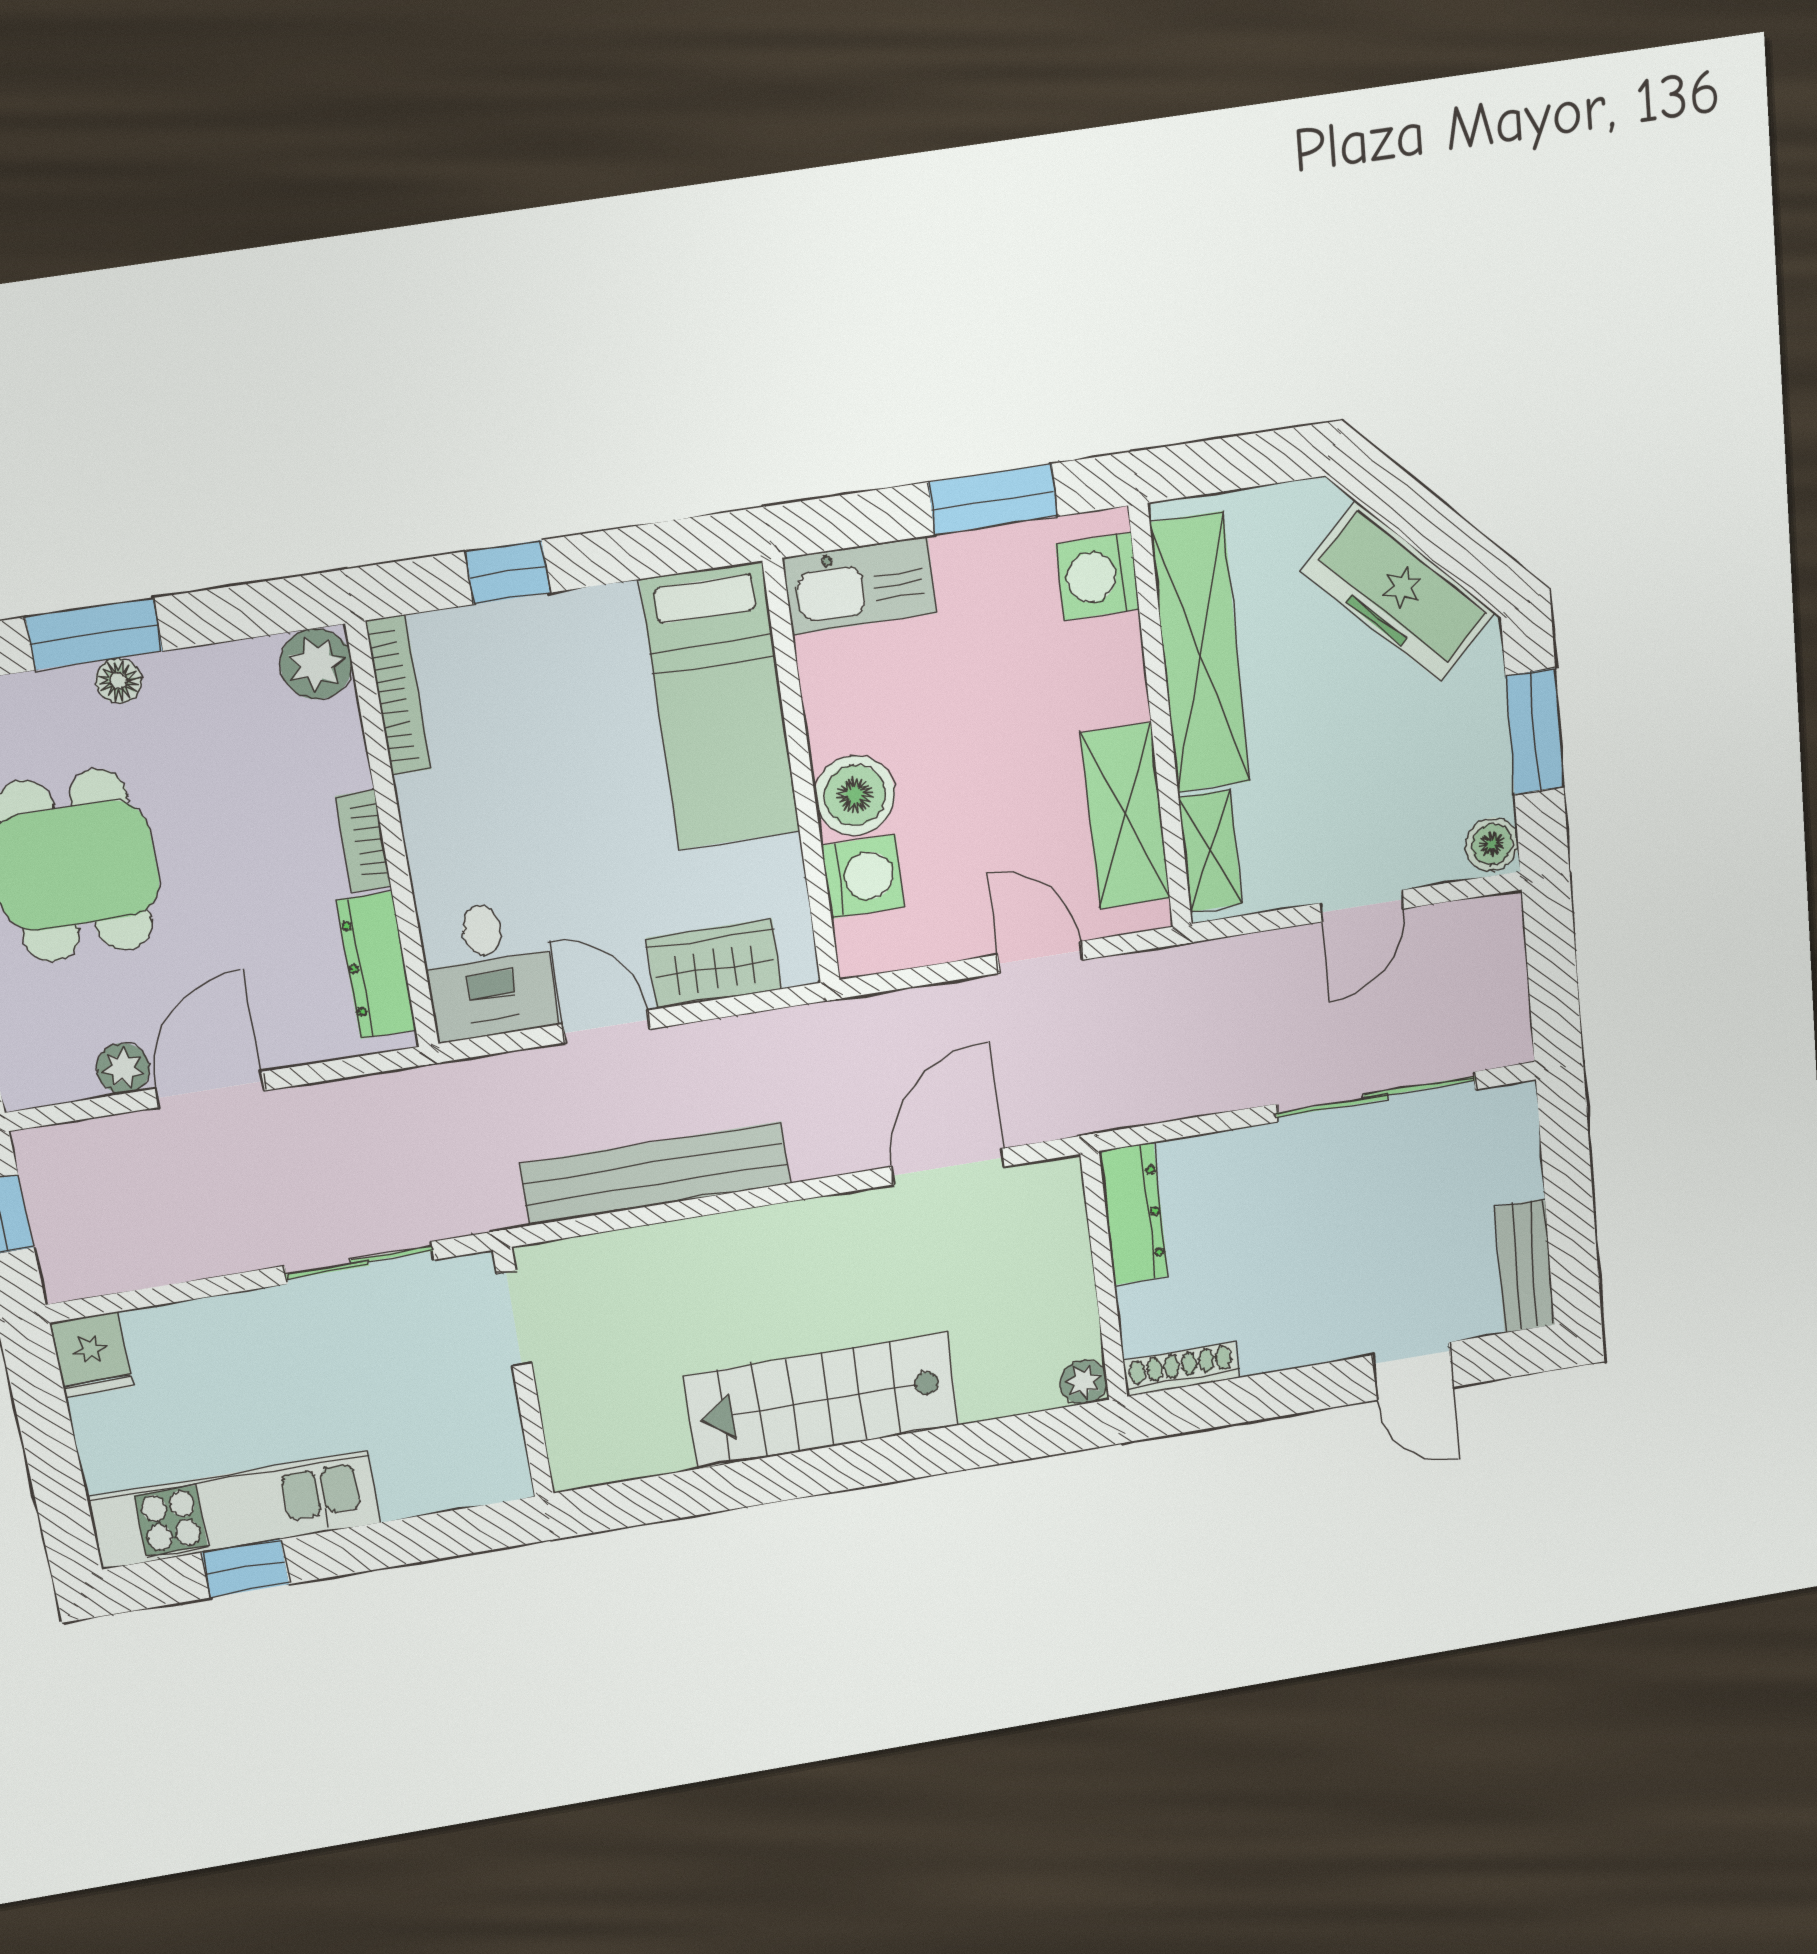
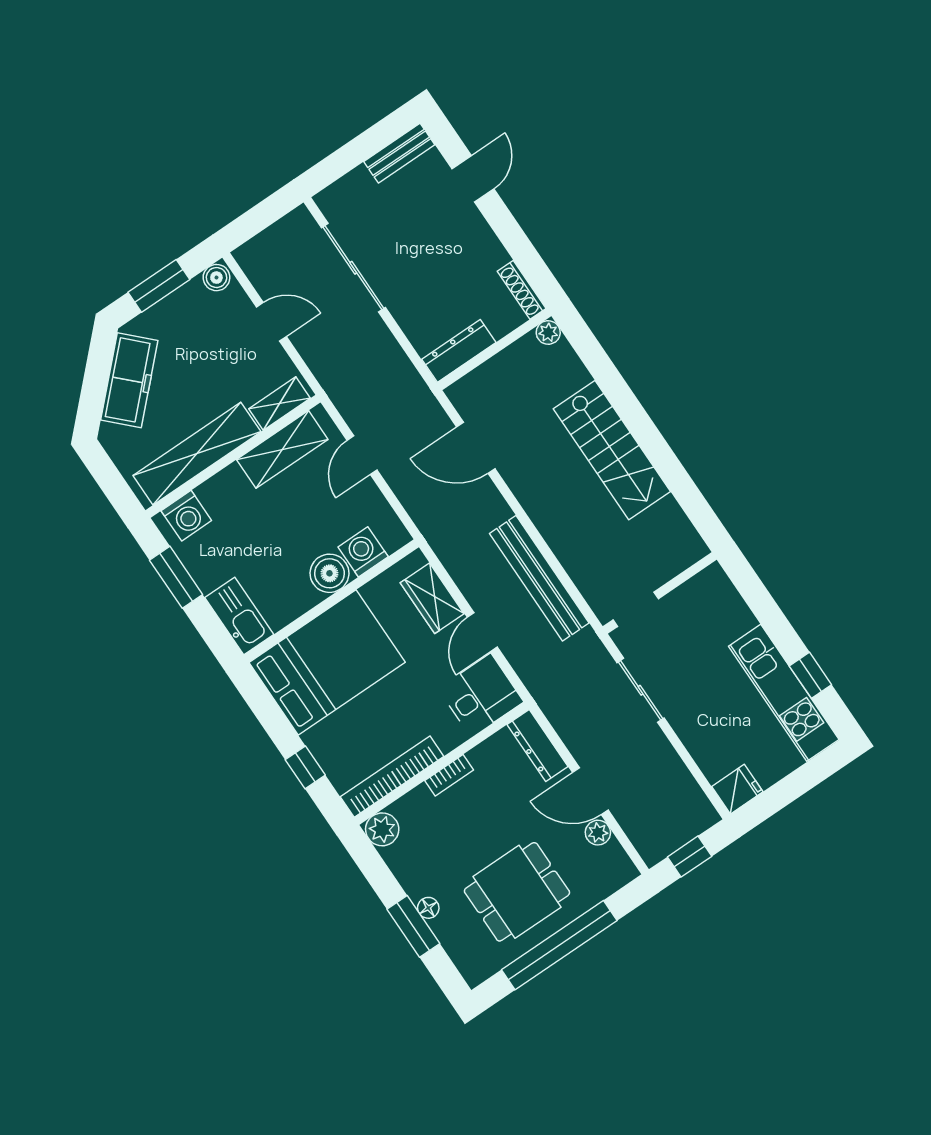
bookcase: (398, 695) -> (392, 777), width x1.48, depth x1.31
bed: (720, 707) -> (327, 662), width x1.50
dresser: (376, 965) -> (538, 746), moved, turned 90

